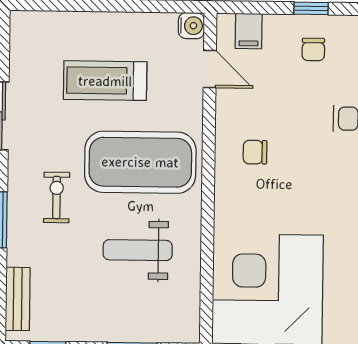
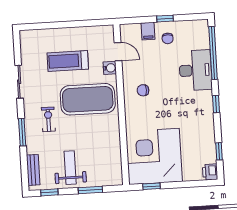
water cooler: (191, 26) -> (110, 68), moved
filing cabinet: (249, 31) -> (148, 31), moved
weight bench: (138, 250) -> (70, 168), moved, turned 90

